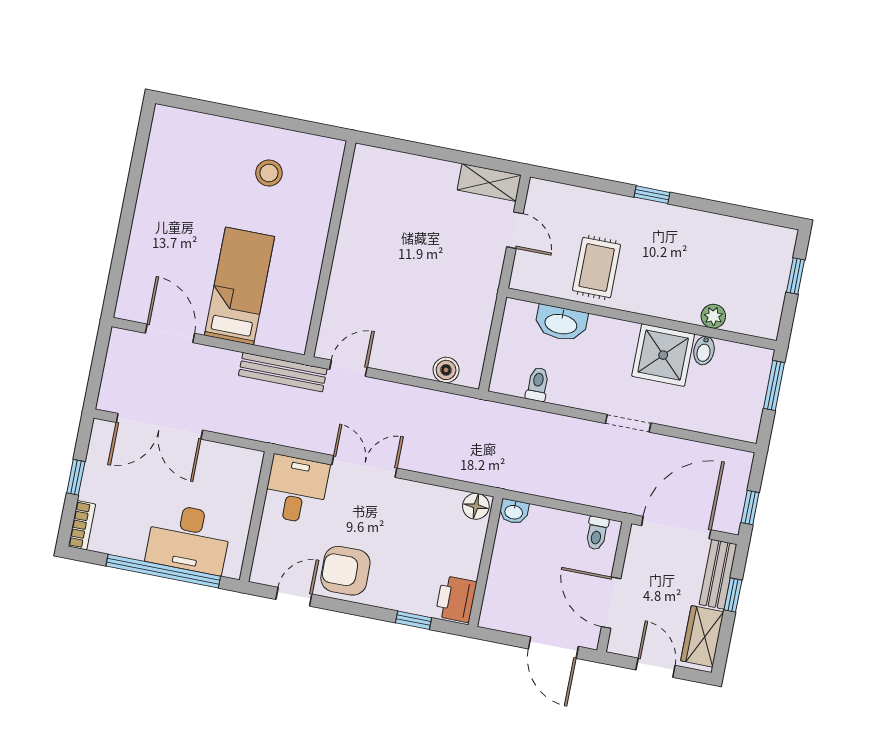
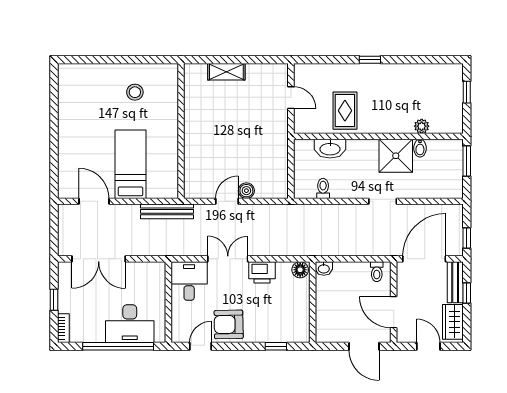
shelving: (489, 182) -> (226, 72), moved
door: (348, 368) -> (227, 201), moved
boiler: (446, 370) -> (246, 191), moved
printer: (456, 599) -> (262, 272), moved, turned -90

